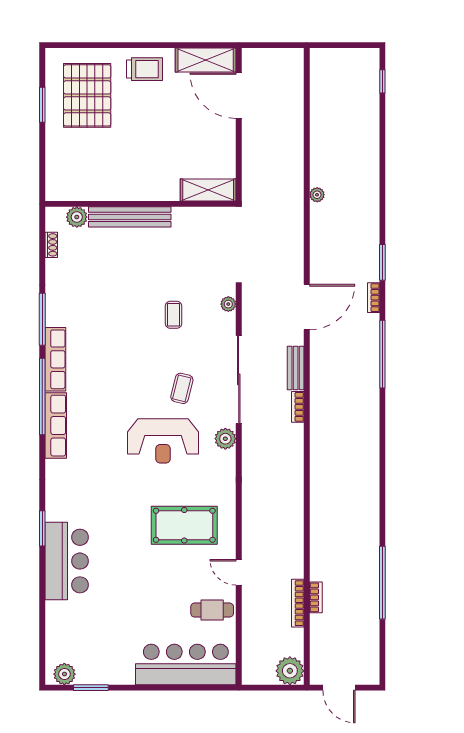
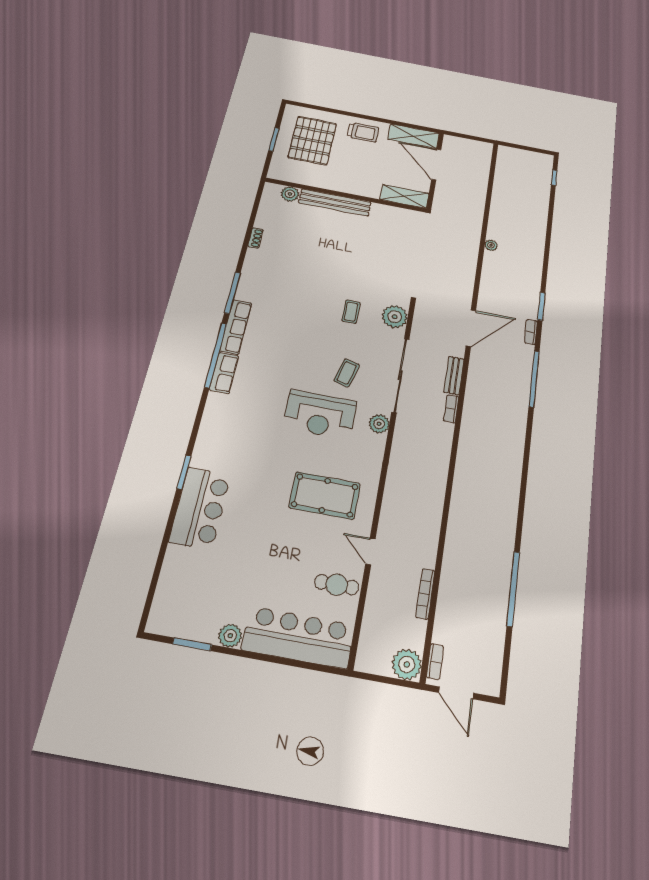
shelving: (208, 190) -> (404, 196), moved
wall: (140, 204) -> (346, 195), moved
plant: (77, 217) -> (290, 194), moved
bench: (130, 217) -> (335, 202), moved
plant: (228, 304) -> (395, 317), width x1.87, depth x1.87
row of seats: (56, 426) -> (224, 373), width x0.68
bookcase: (316, 597) -> (435, 662), moved
plant: (64, 674) -> (230, 636), moved

